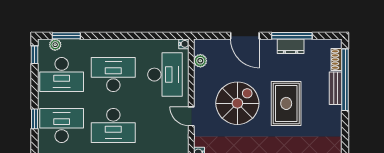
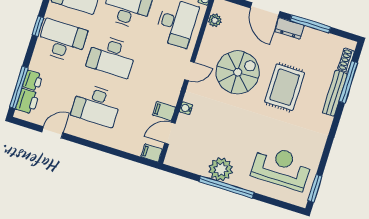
dresser: (291, 46) -> (289, 28), moved
window: (345, 80) -> (348, 82), width x0.68
bench: (336, 88) -> (335, 93), width x1.36
door: (191, 116) -> (189, 71), swing flipped

